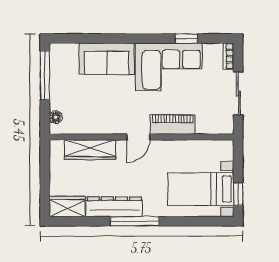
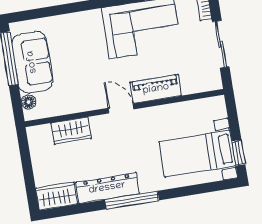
sofa: (107, 59) -> (32, 62), moved, turned -90
door: (138, 137) -> (121, 109), swing flipped
wardrobe: (90, 149) -> (71, 131), width x0.67

